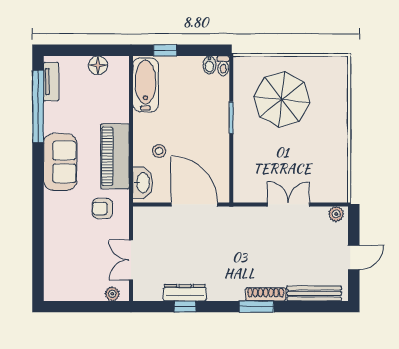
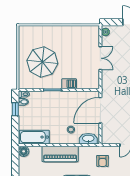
window: (165, 50) -> (15, 109), moved
floor lamp: (98, 65) -> (24, 151), moved
barbecue: (242, 148) -> (69, 84), added
piano: (115, 156) -> (60, 154), moved
double door: (288, 204) -> (100, 58), swing flipped

